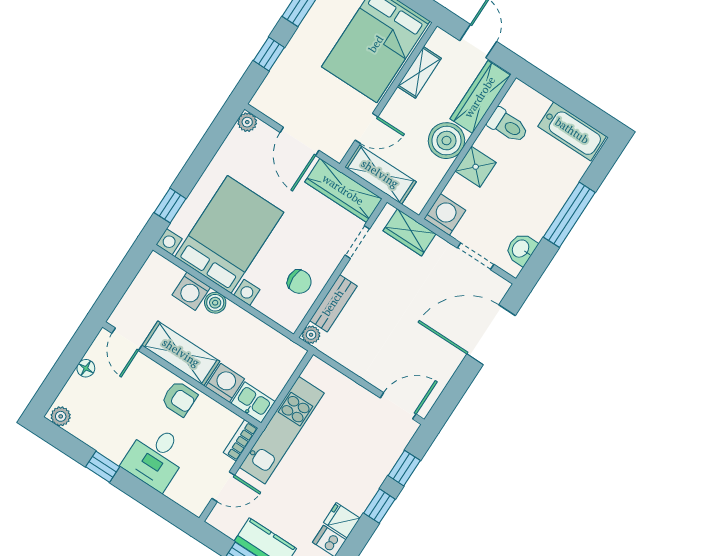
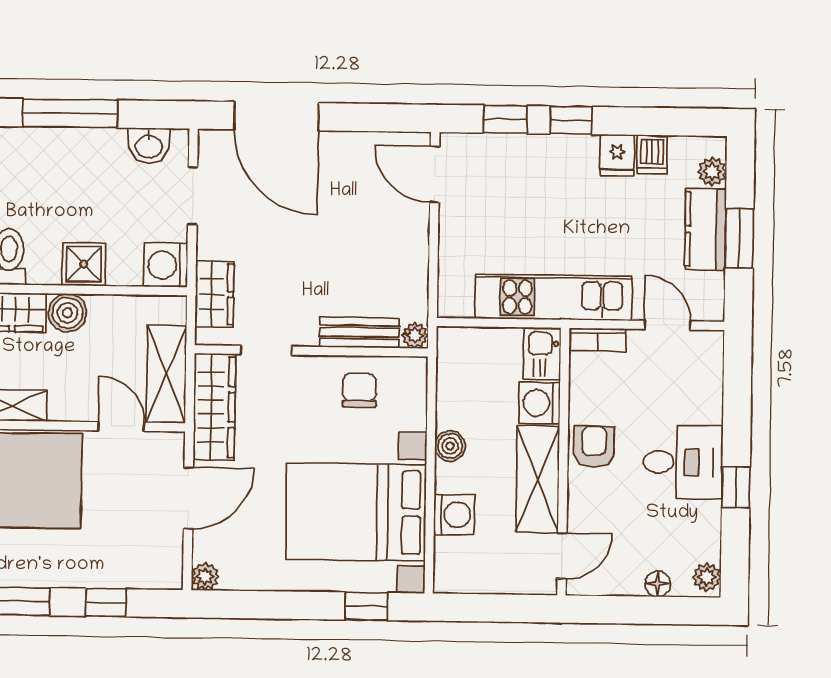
boiler: (447, 141) -> (67, 313), width x0.73, depth x0.73
boiler: (215, 303) -> (450, 446), moved
floor lamp: (86, 368) -> (658, 584), moved
desk: (156, 457) -> (683, 462), moved

